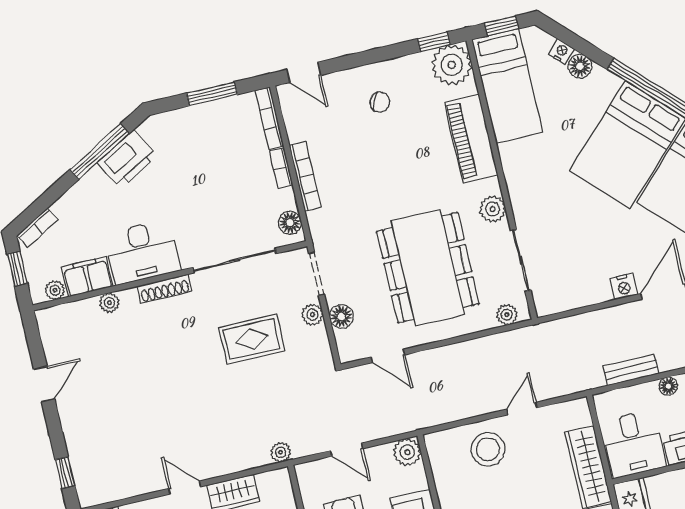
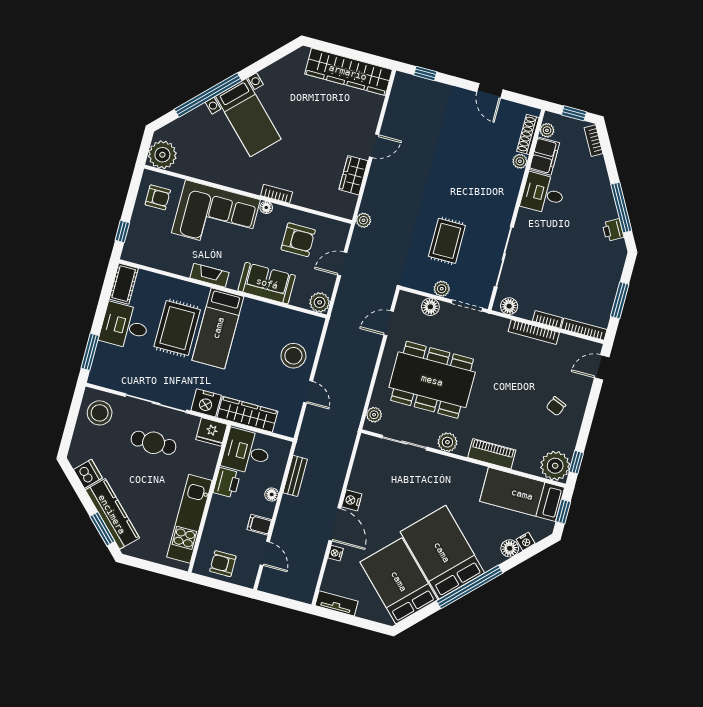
piano: (471, 139) -> (492, 454), width x0.73, depth x0.75
printer: (127, 159) -> (613, 230), width x0.53, depth x0.68
desk: (142, 252) -> (543, 194), width x0.73
shoe rack: (164, 289) -> (528, 134), moved

